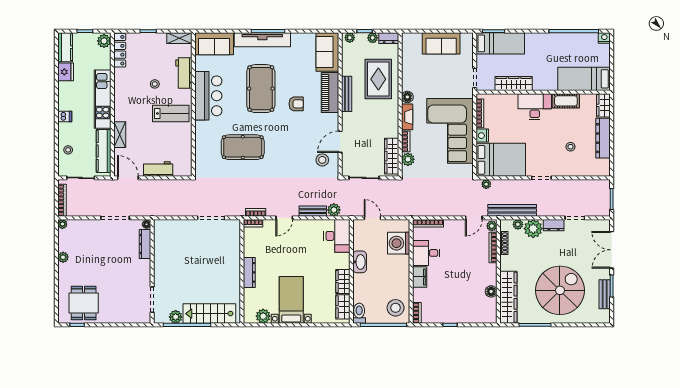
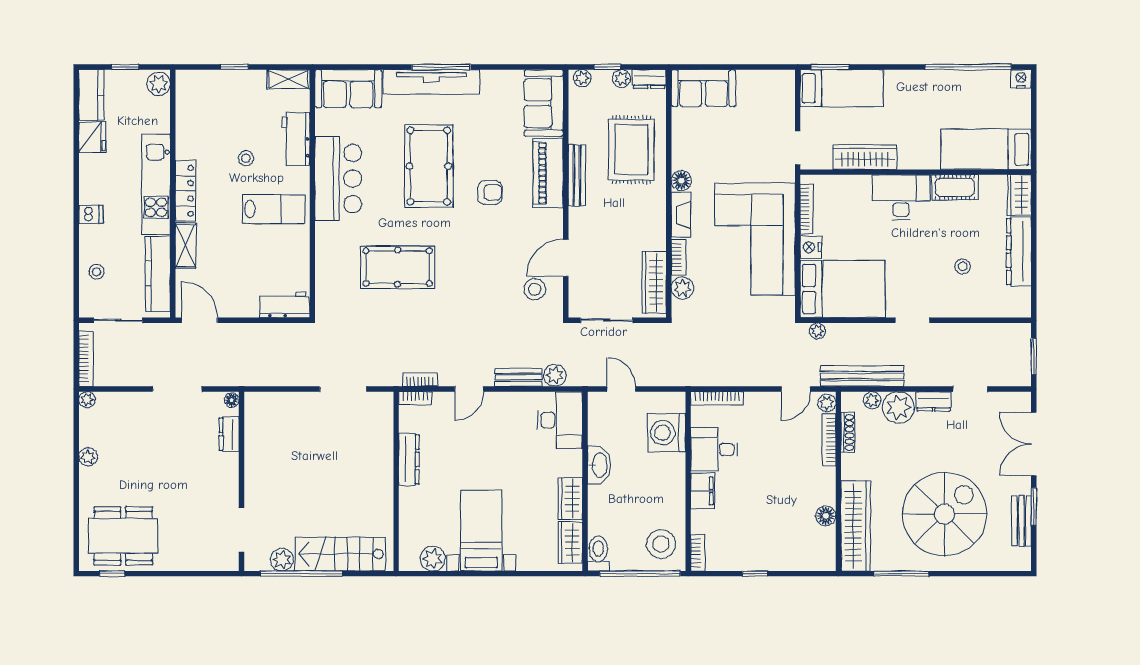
sofa: (441, 43) -> (703, 88), moved
locker: (120, 50) -> (185, 191), moved
workbench: (158, 169) -> (285, 305), moved
dresser: (145, 244) -> (229, 434), width x0.70
dresser: (249, 272) -> (409, 459), moved
dining table: (84, 303) -> (123, 536), width x1.38

